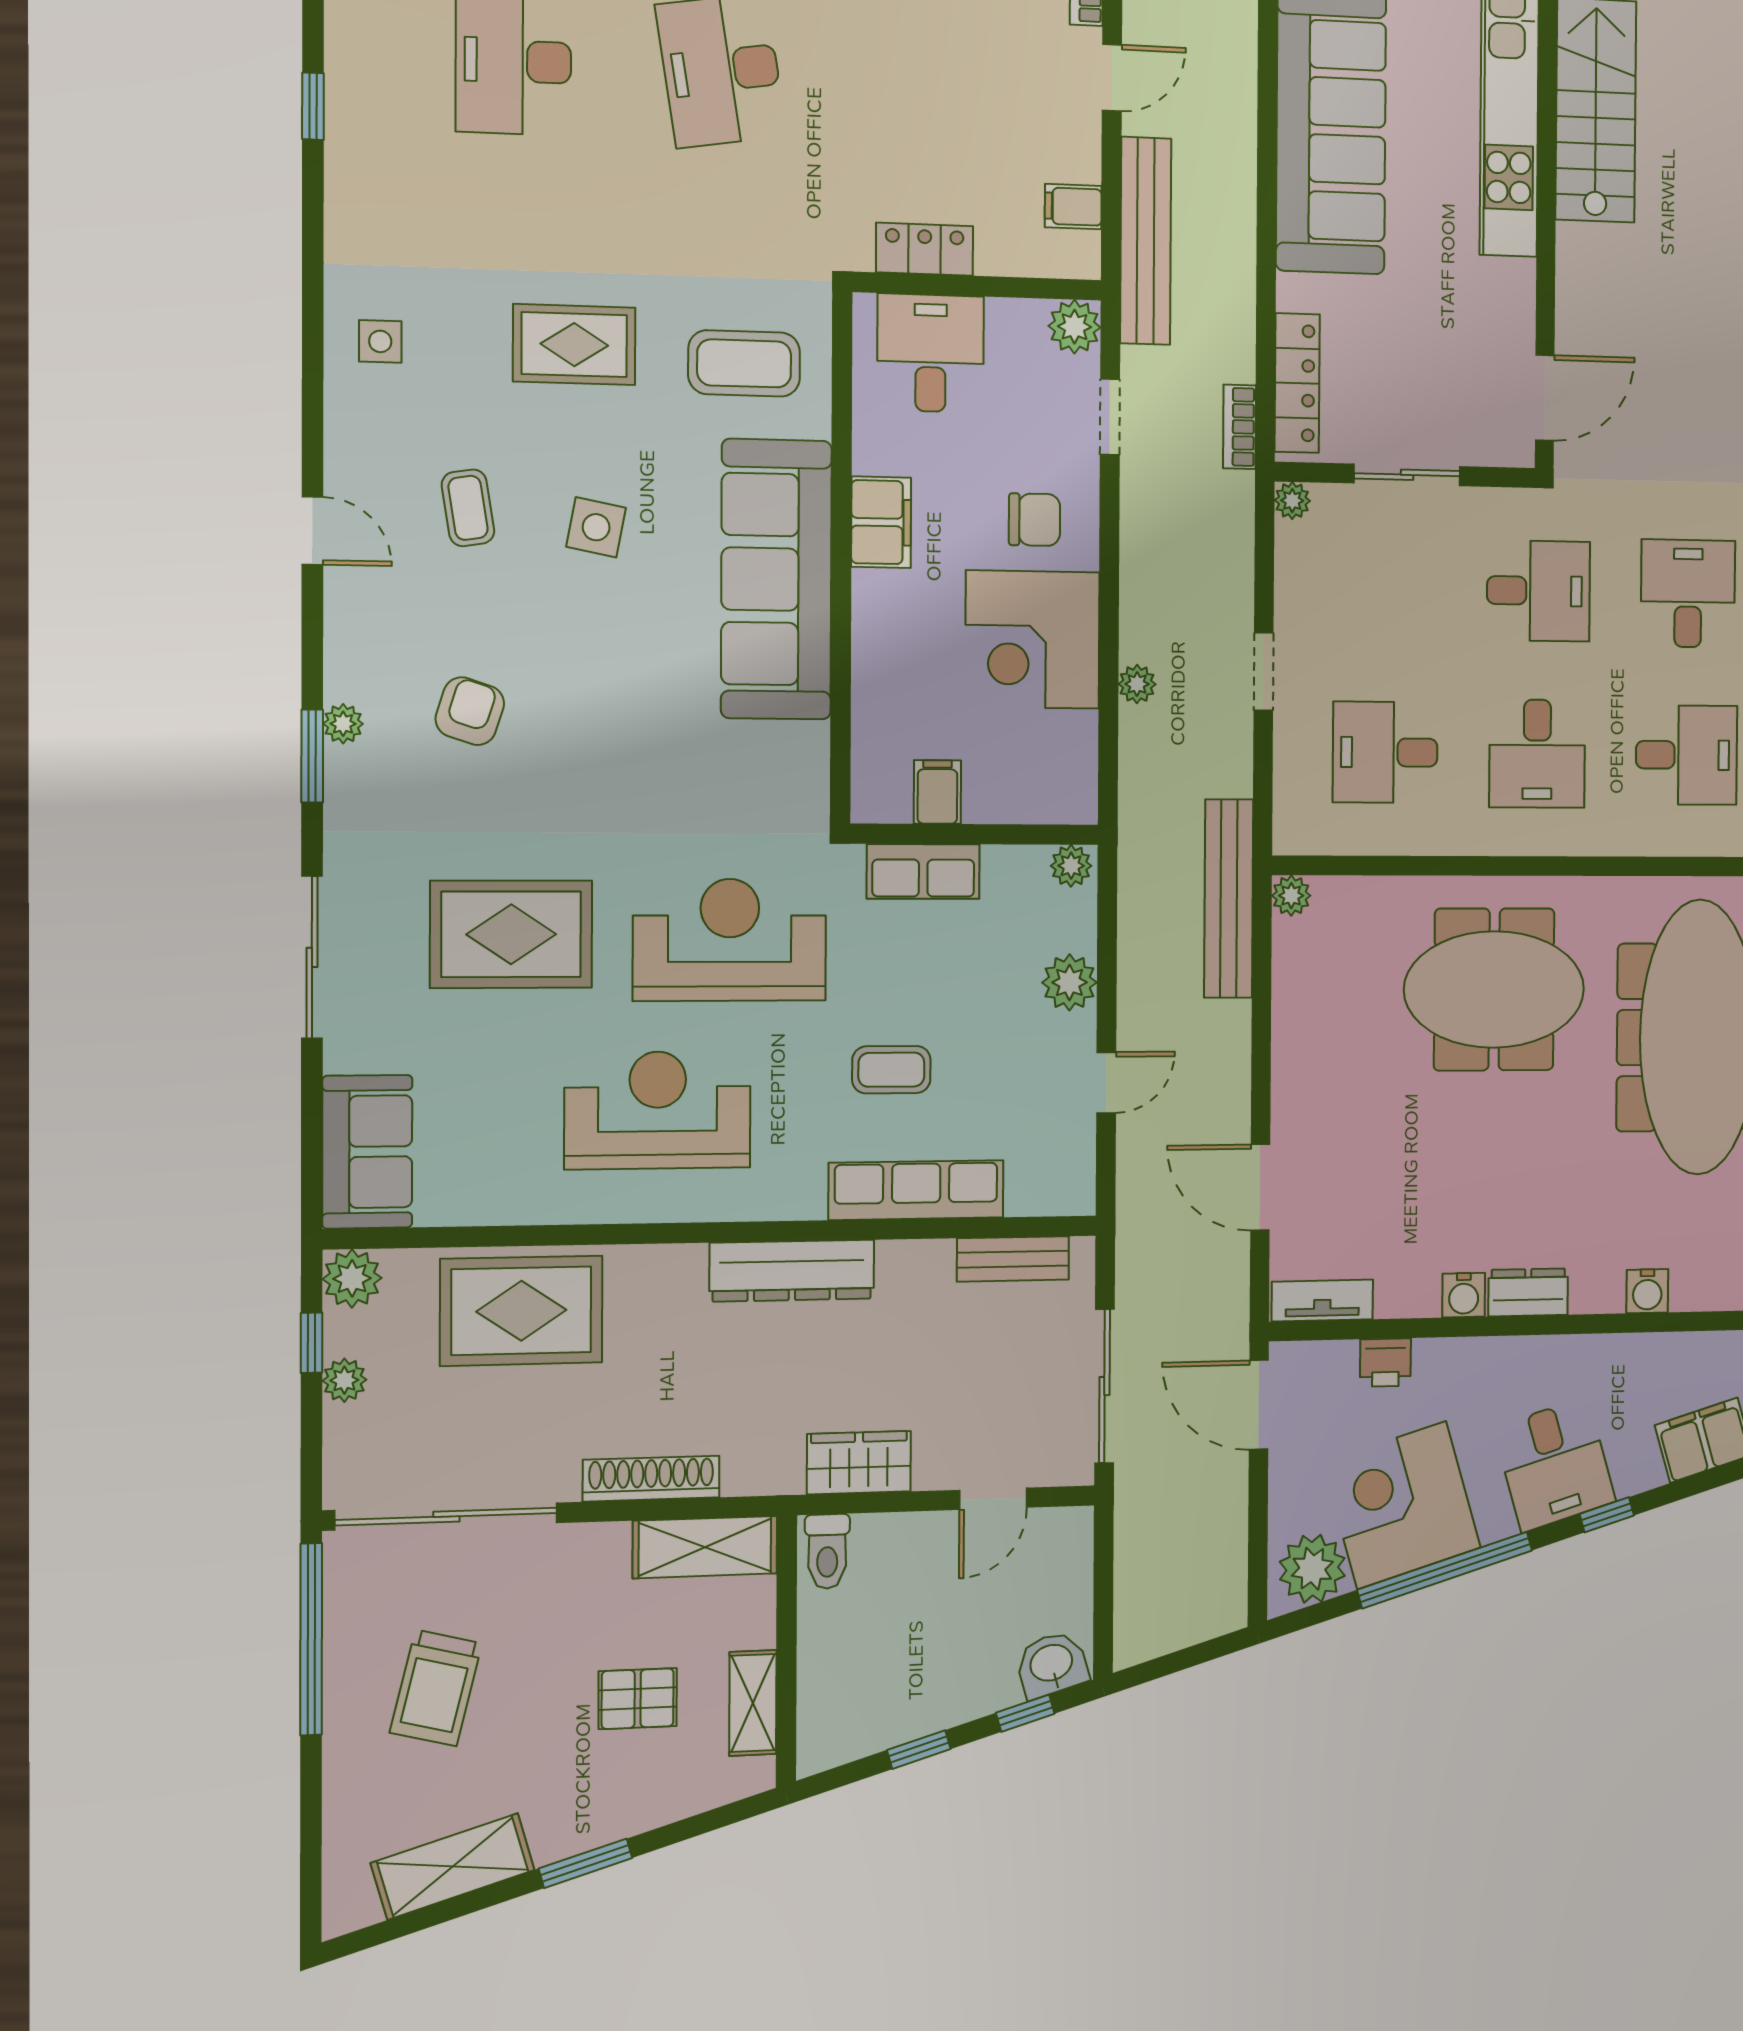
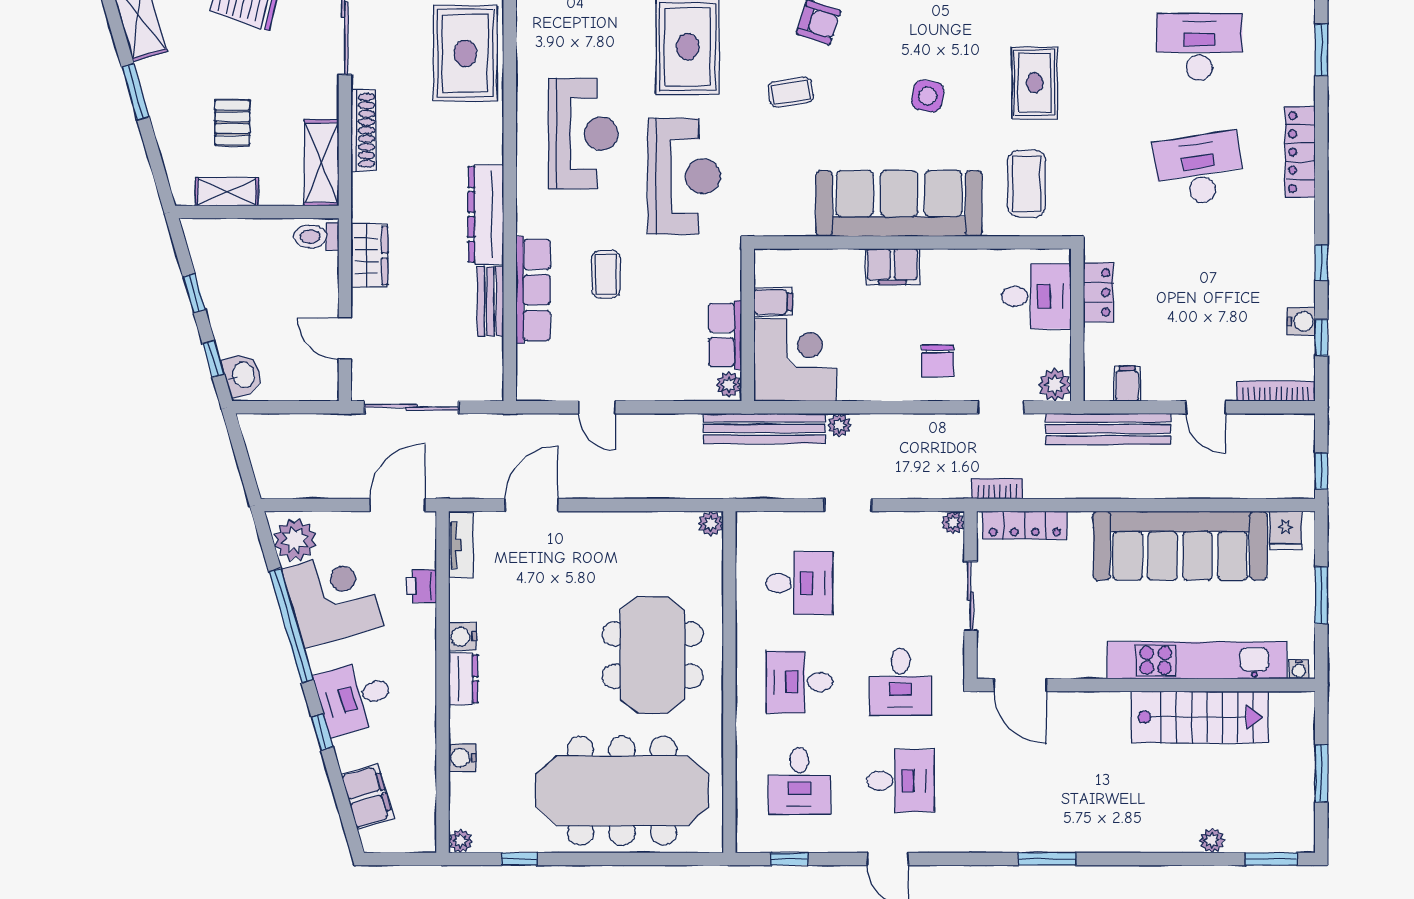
coffee table: (468, 508) -> (791, 92), moved
filing cabinet: (881, 522) -> (892, 267), moved
corner desk: (1032, 640) -> (795, 360), moved, turned 90
desk: (1385, 752) -> (799, 583), turned 90
row of seats: (923, 871) -> (725, 335), moved
bench: (1229, 899) -> (764, 429), moved
plant: (1069, 982) -> (658, 384), removed
bench: (1013, 1259) -> (490, 301), moved

